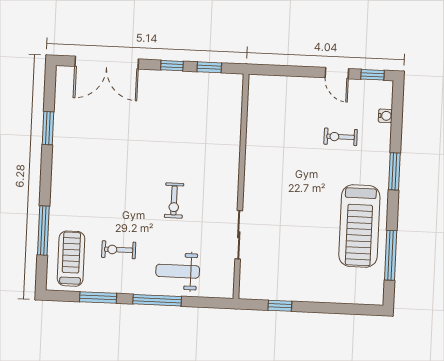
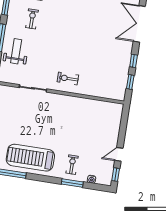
exercise bike: (341, 137) -> (72, 165), moved
window: (394, 171) -> (72, 183), moved
exercise bike: (174, 201) -> (68, 78), moved

